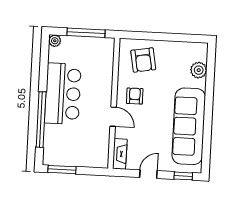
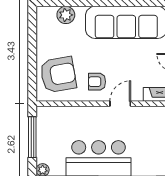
armchair: (143, 60) -> (58, 75), width x1.36, depth x1.36

